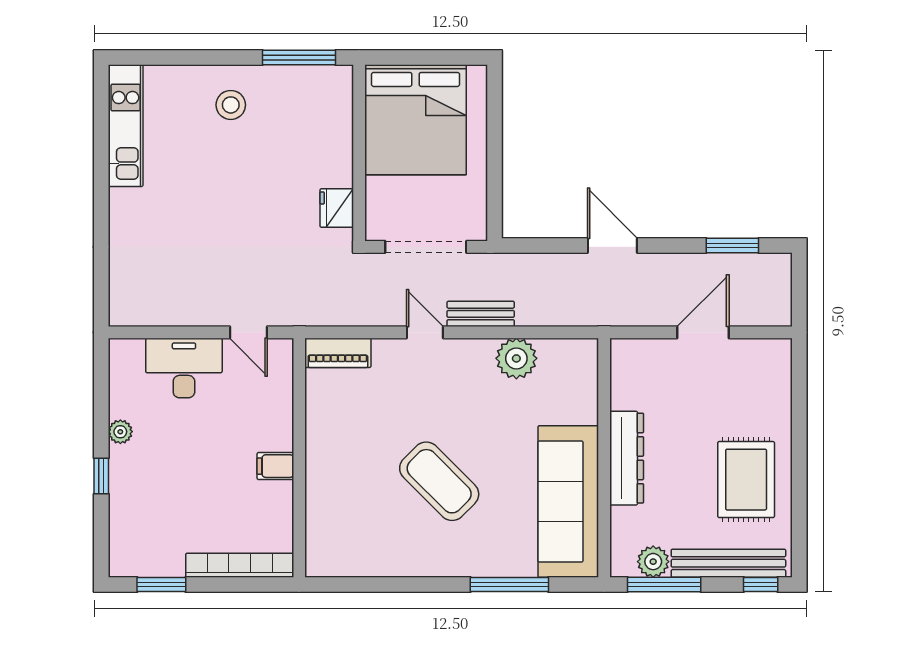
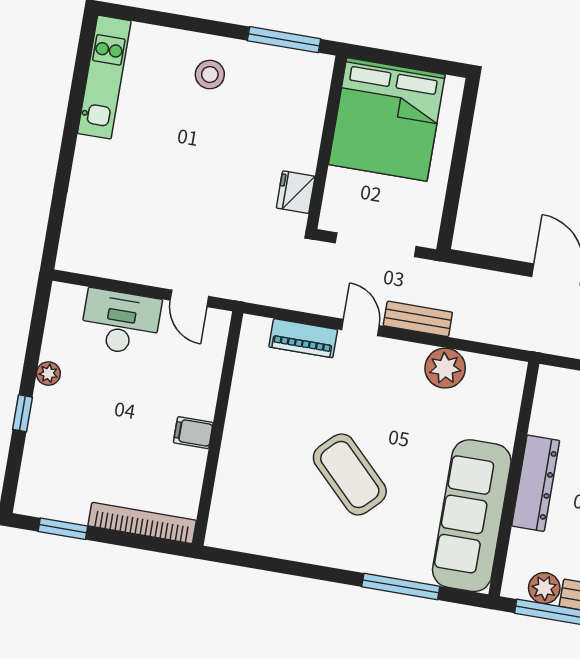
piano: (338, 353) -> (303, 338), moved

